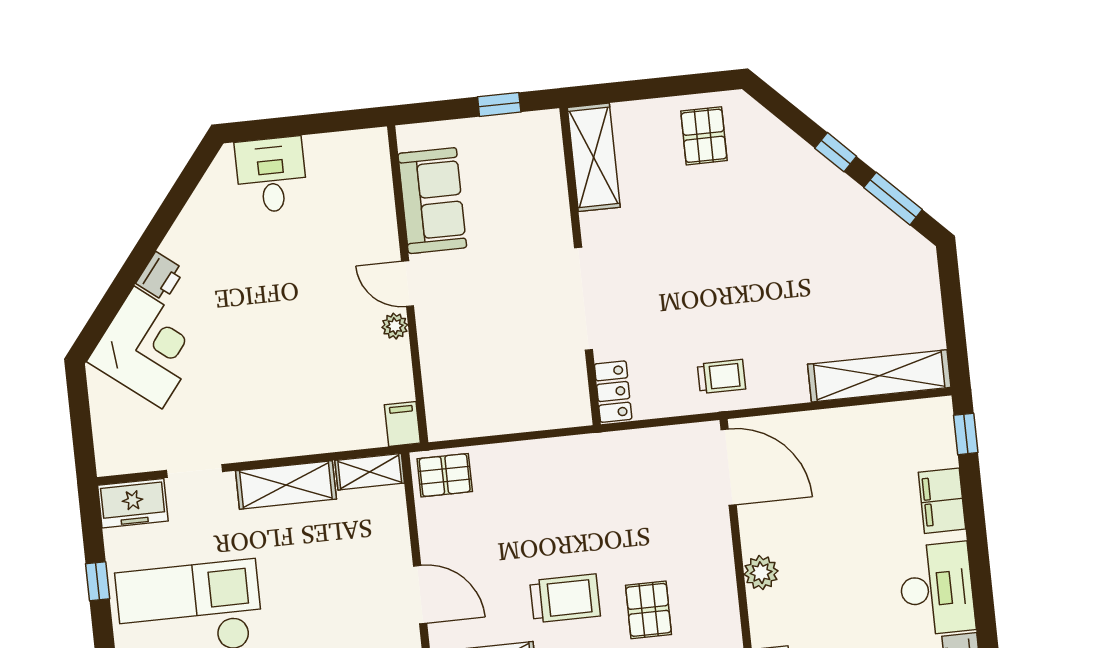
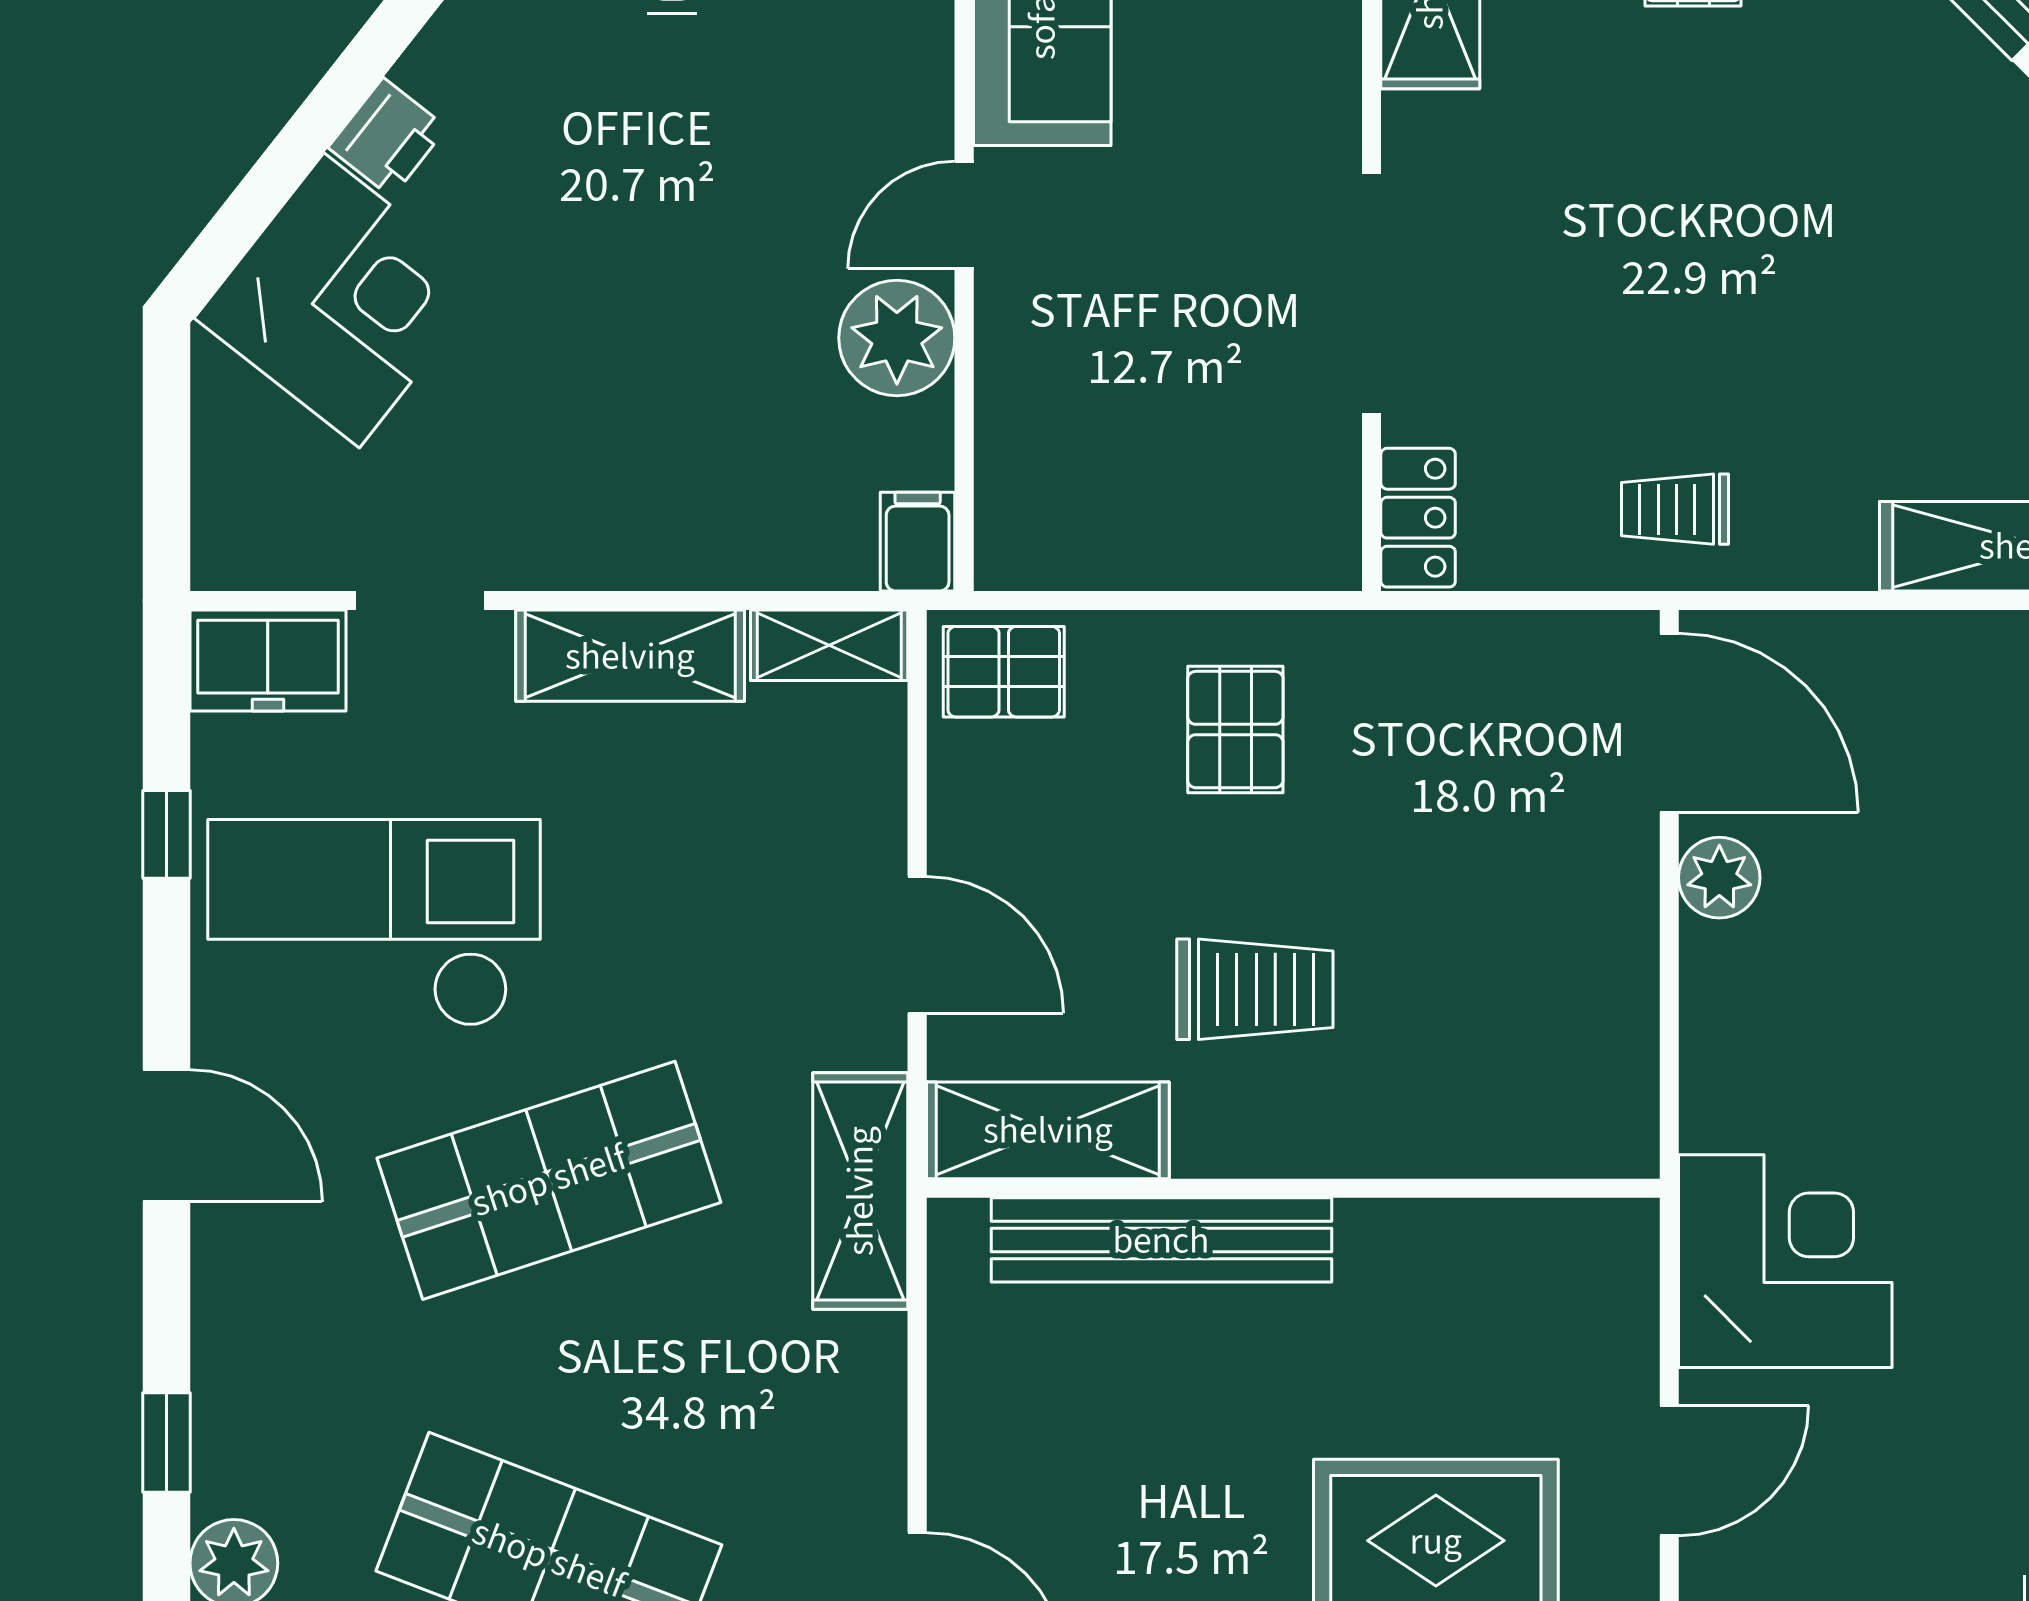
door: (408, 284) -> (964, 215), hinge flipped
plant: (395, 326) -> (897, 338), width x1.87, depth x1.87
trolley: (721, 377) -> (1675, 509), turned 180
plant: (761, 573) -> (1719, 878), moved
pallet: (649, 610) -> (1235, 730), moved

